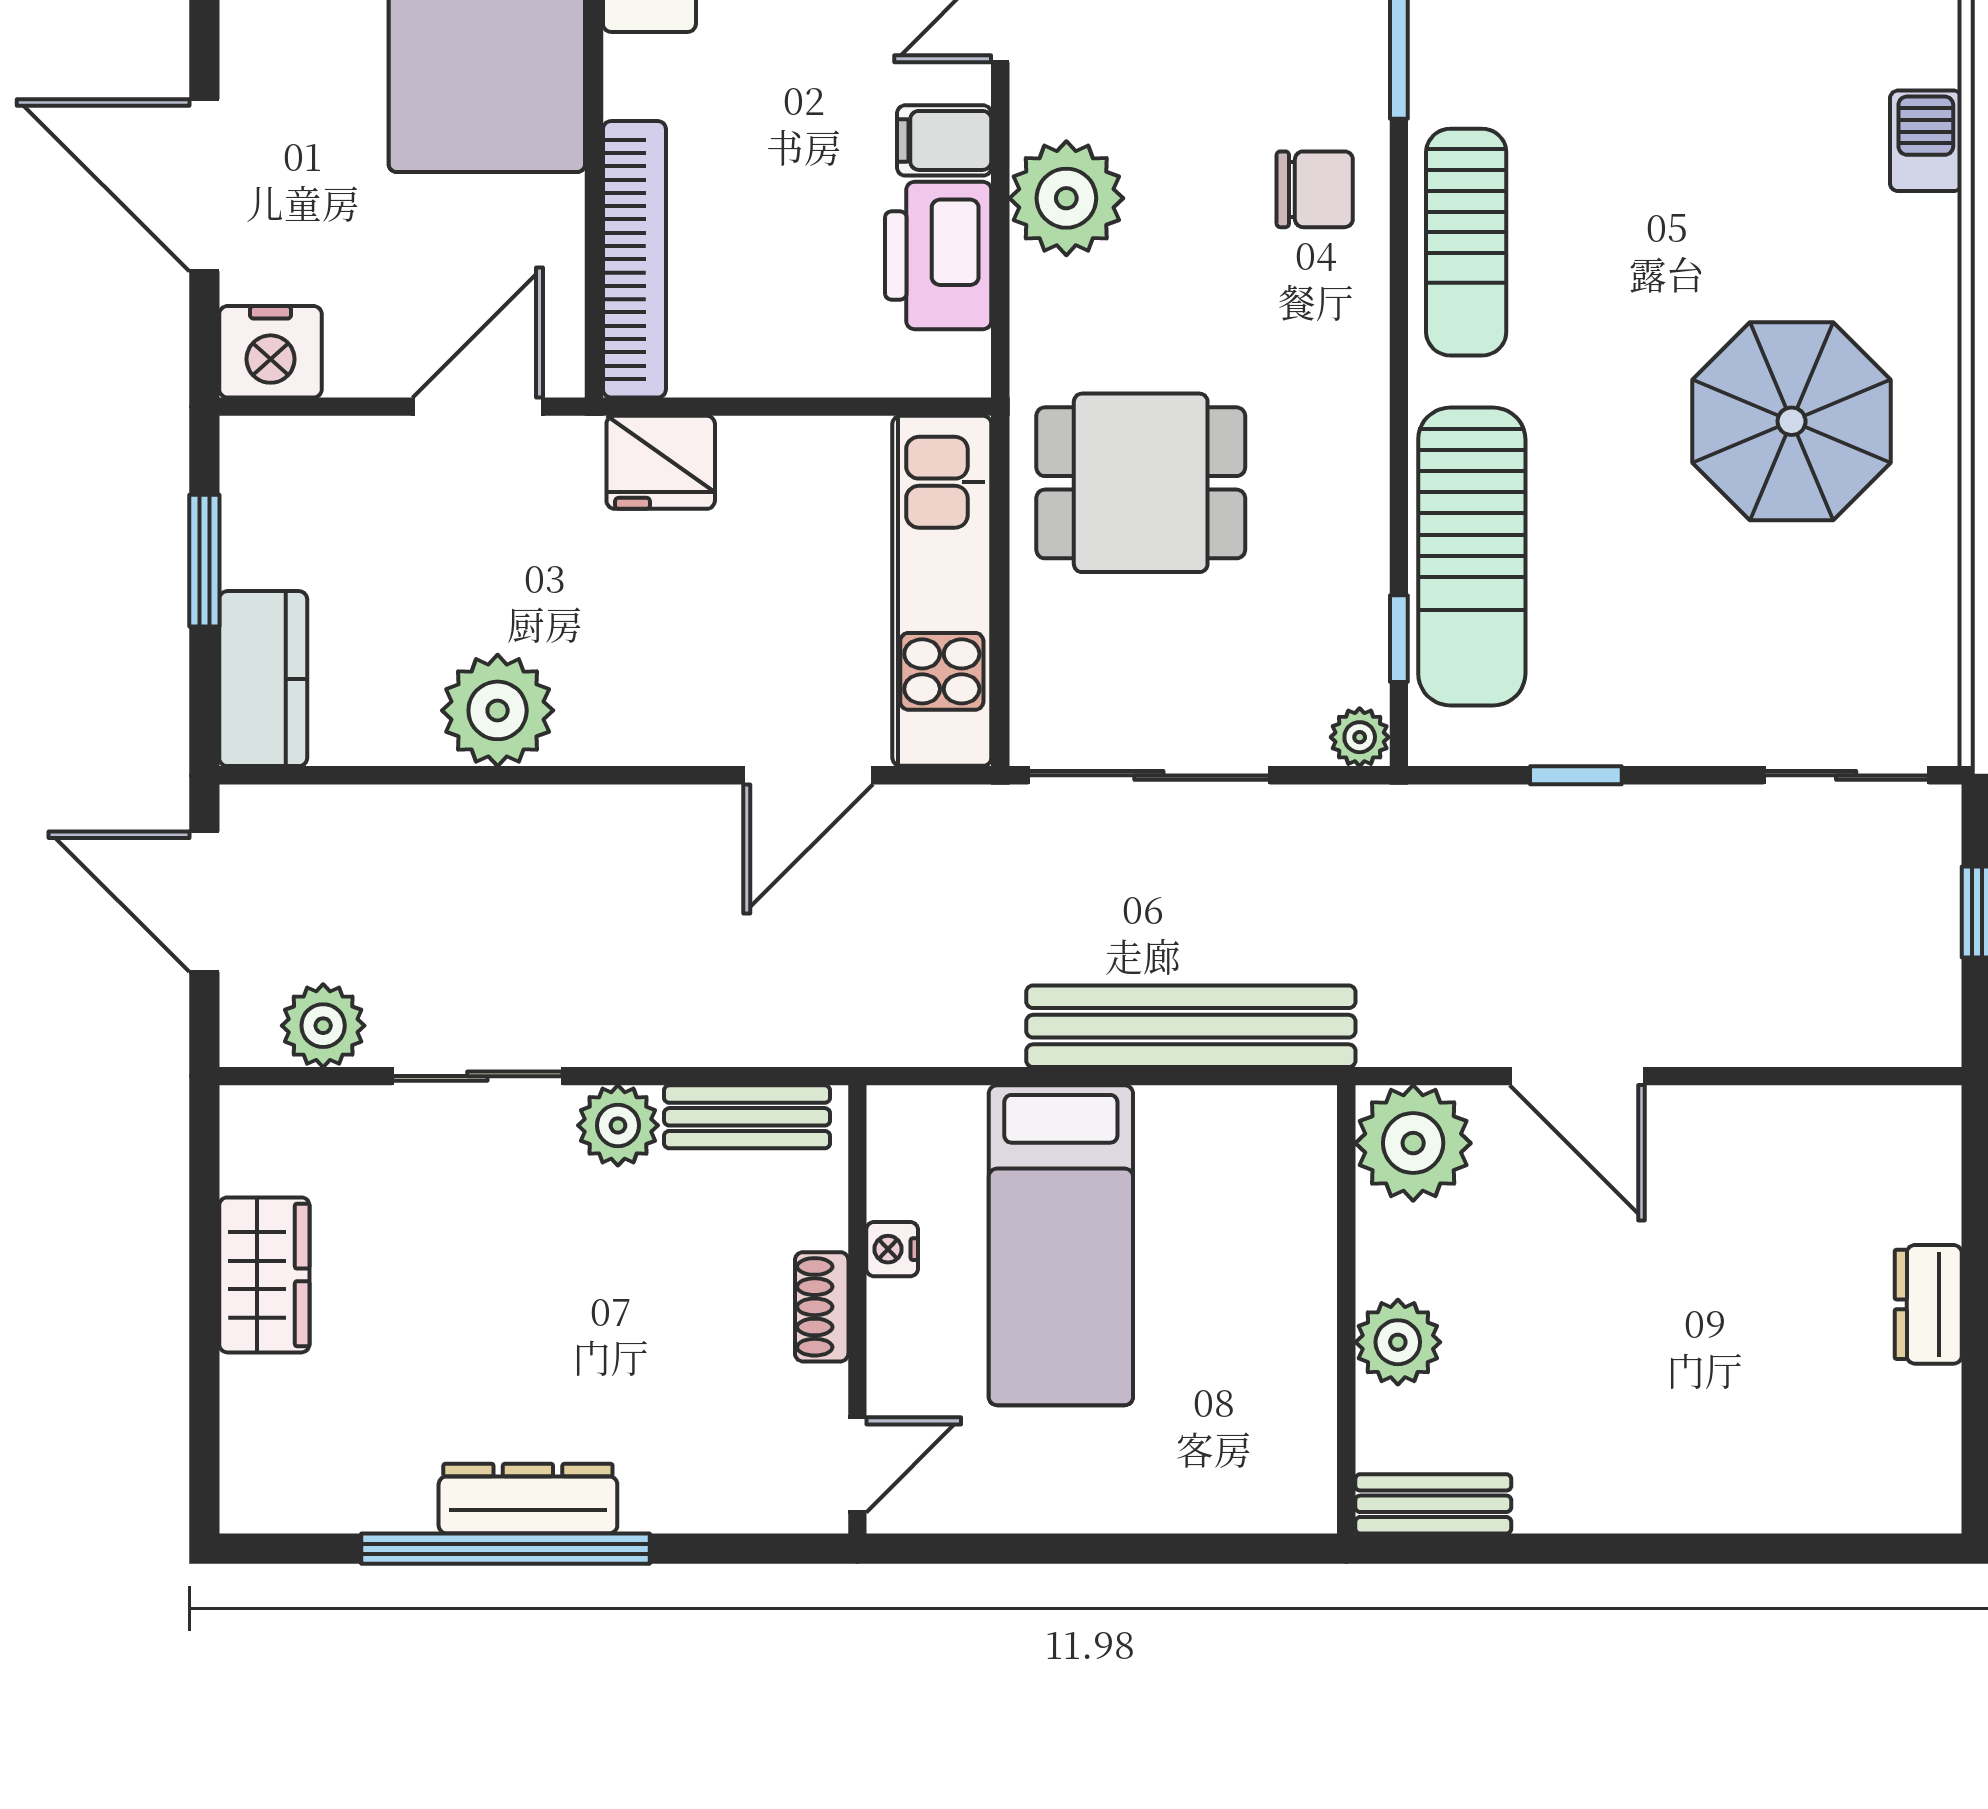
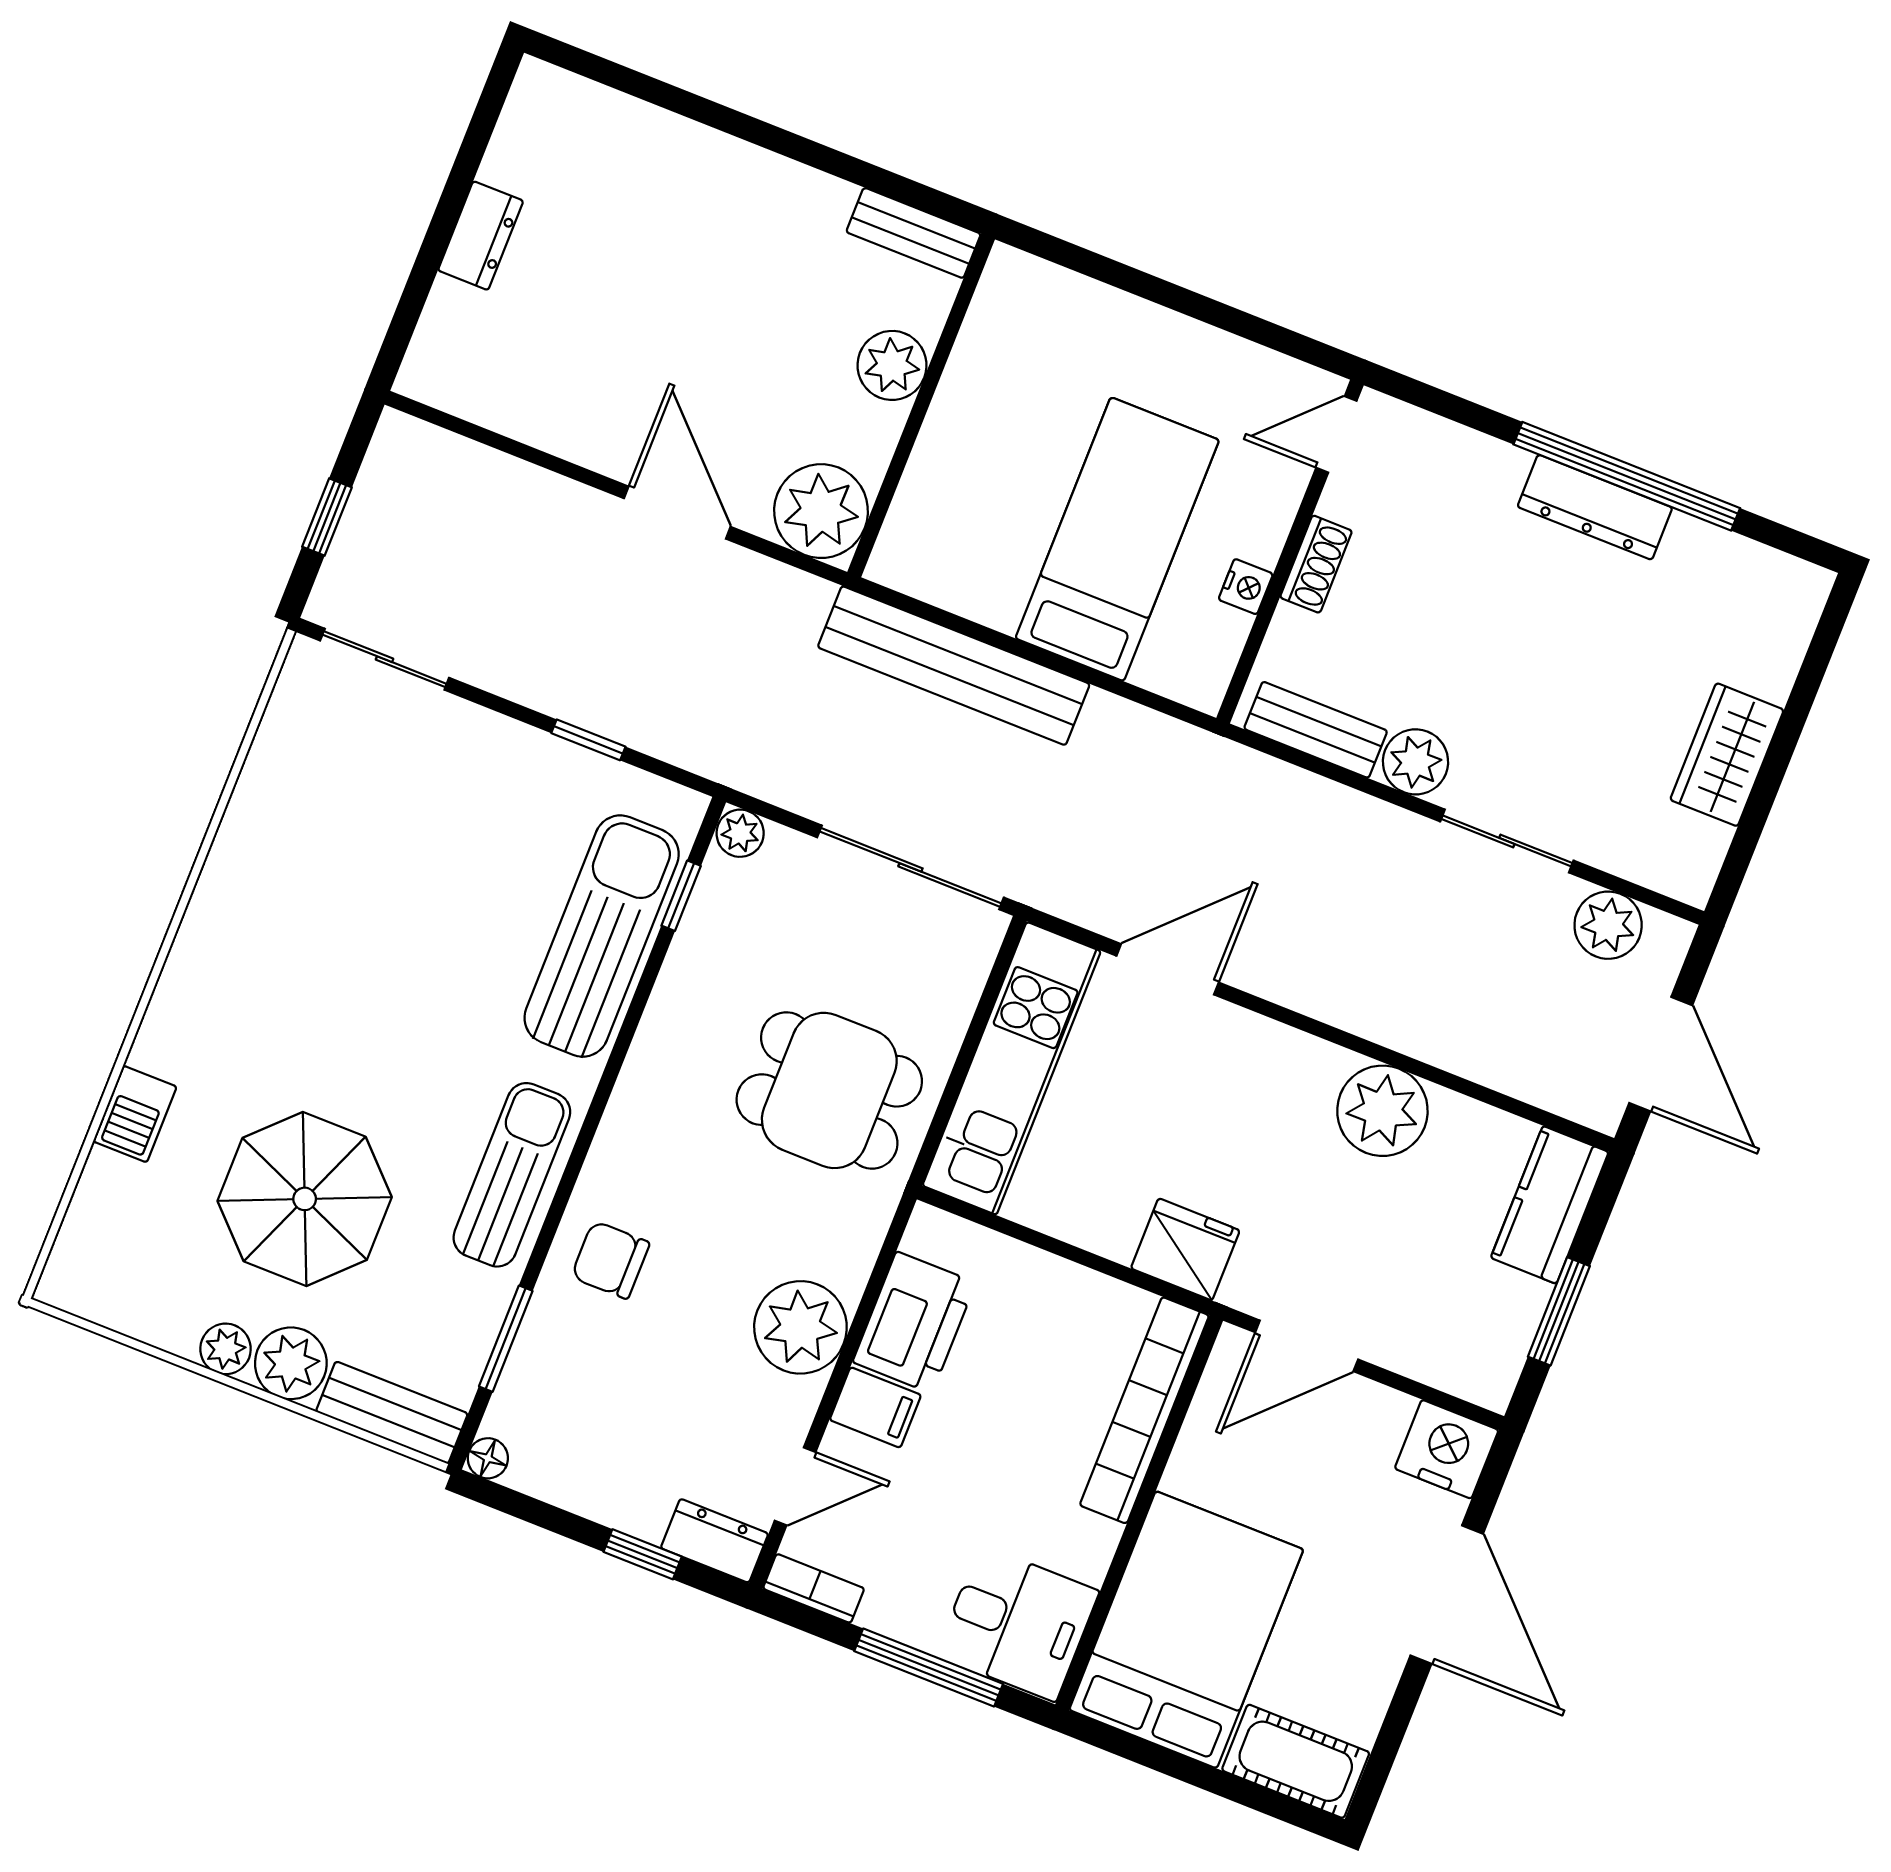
parasol: (1792, 421) -> (305, 1199), moved

